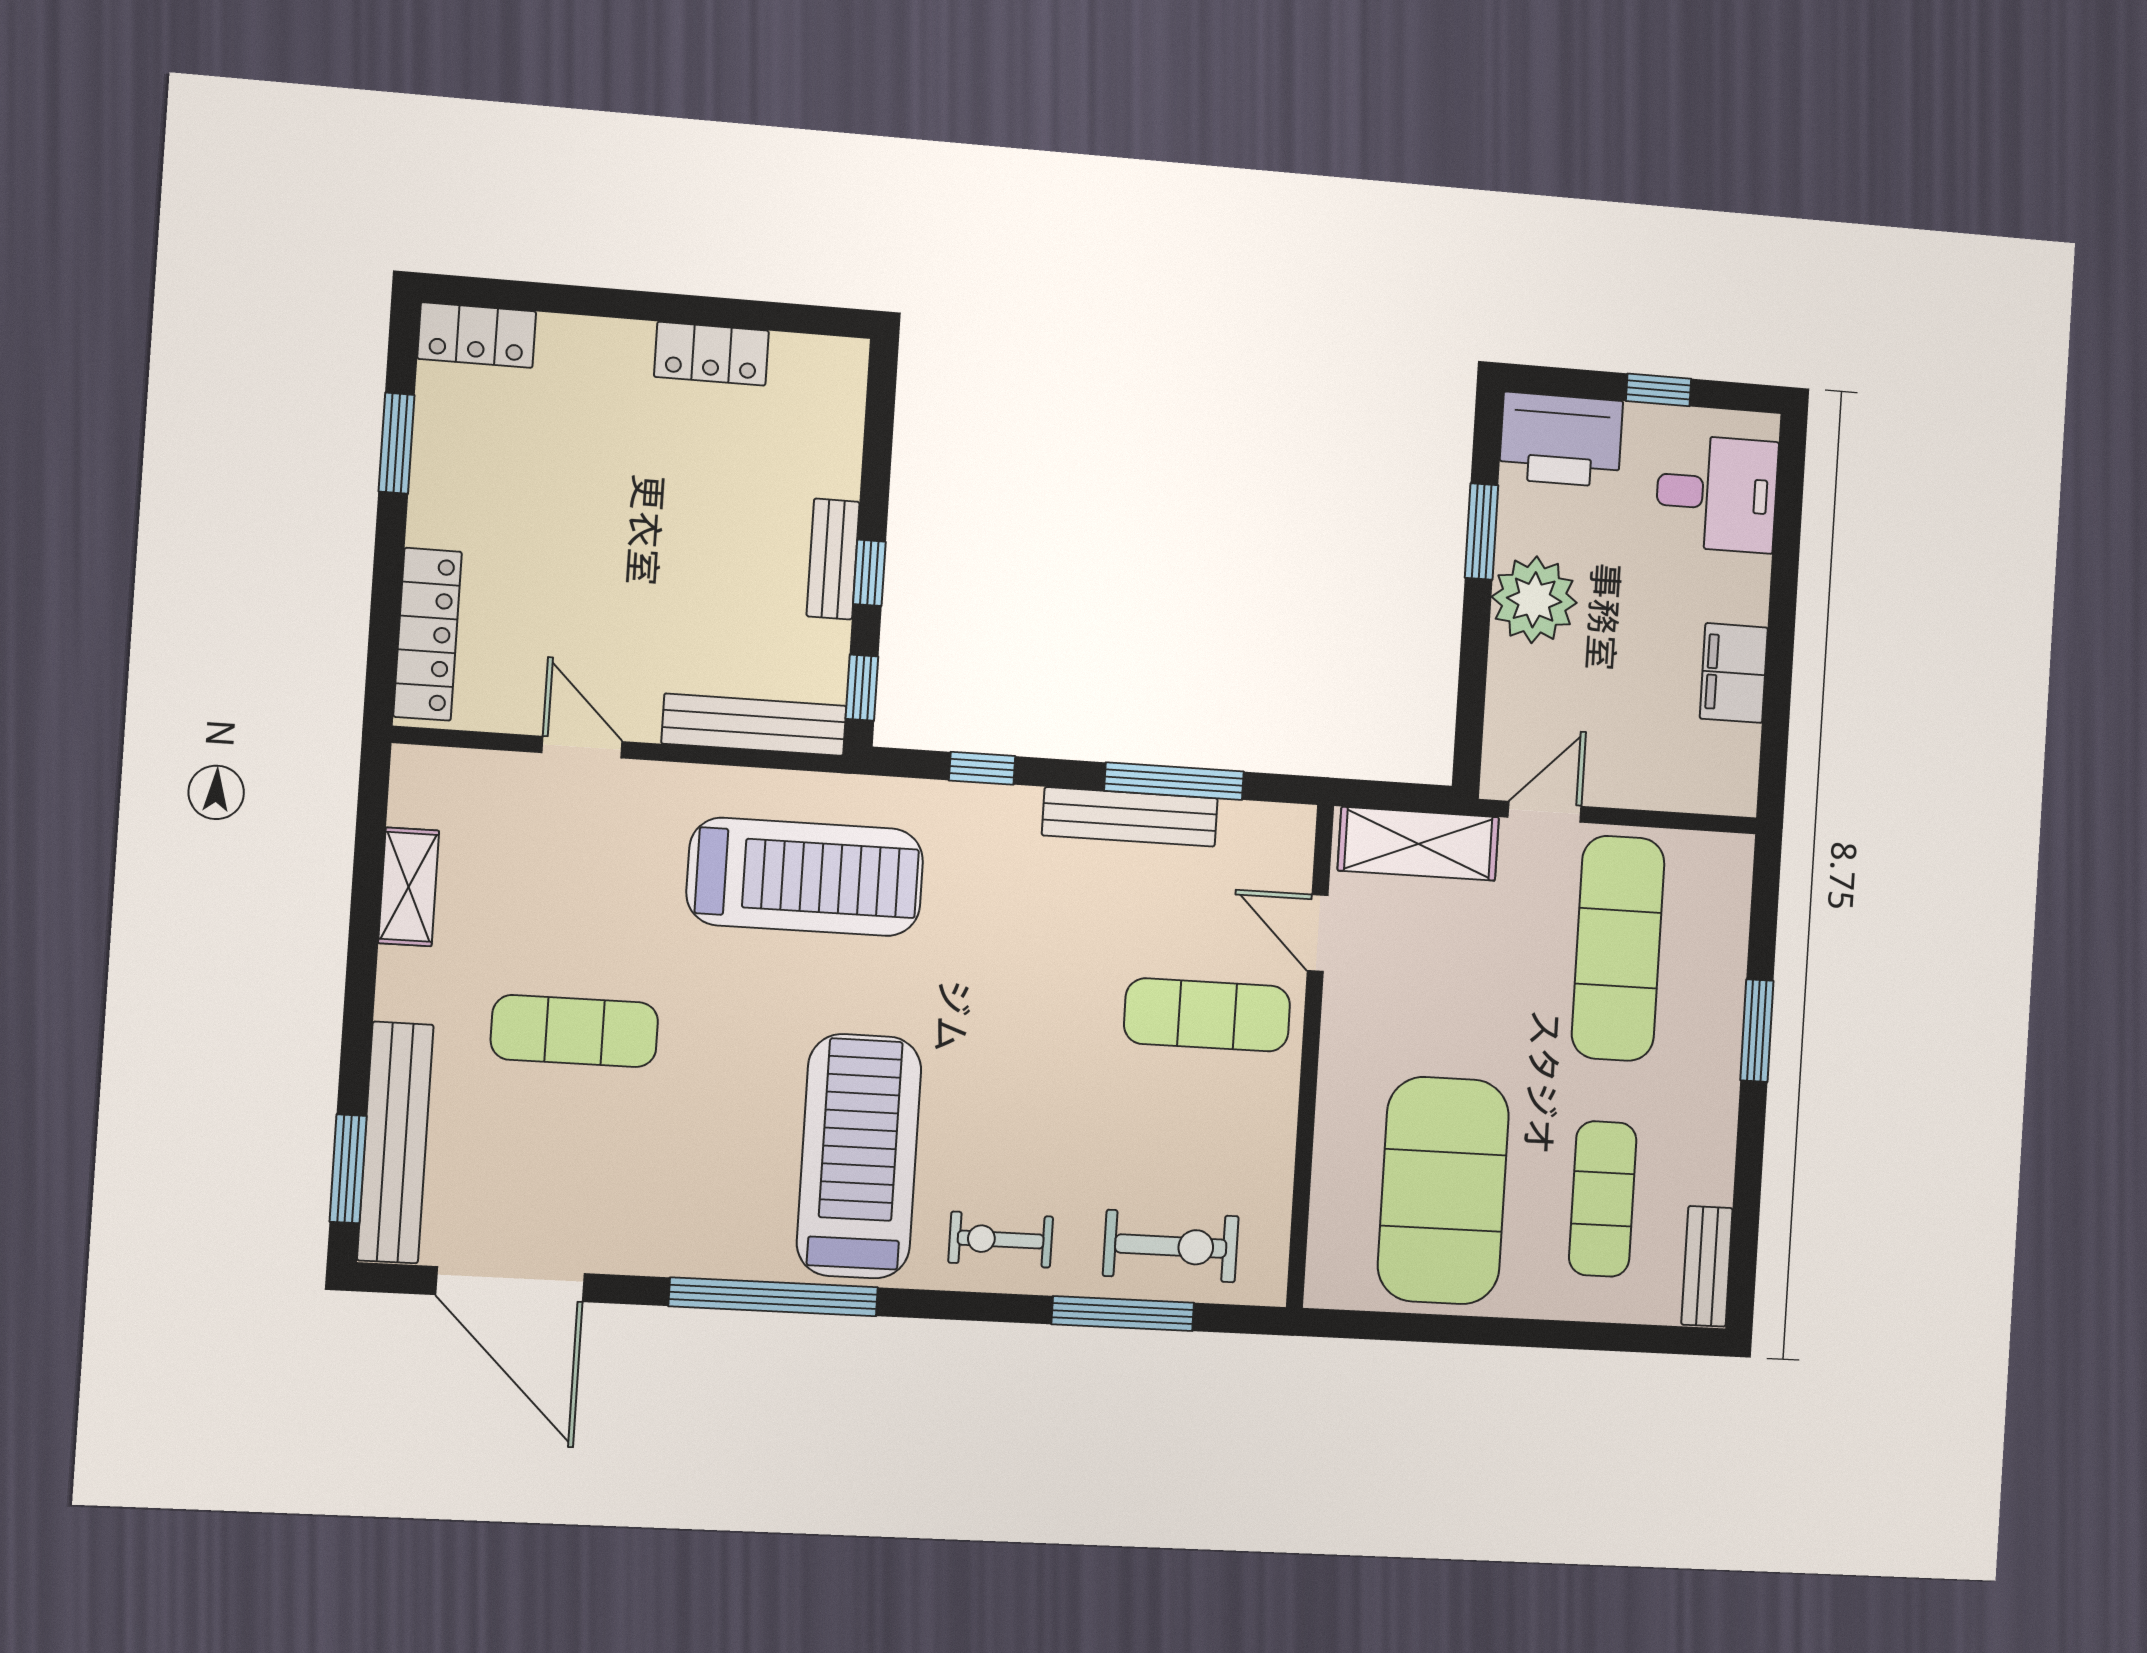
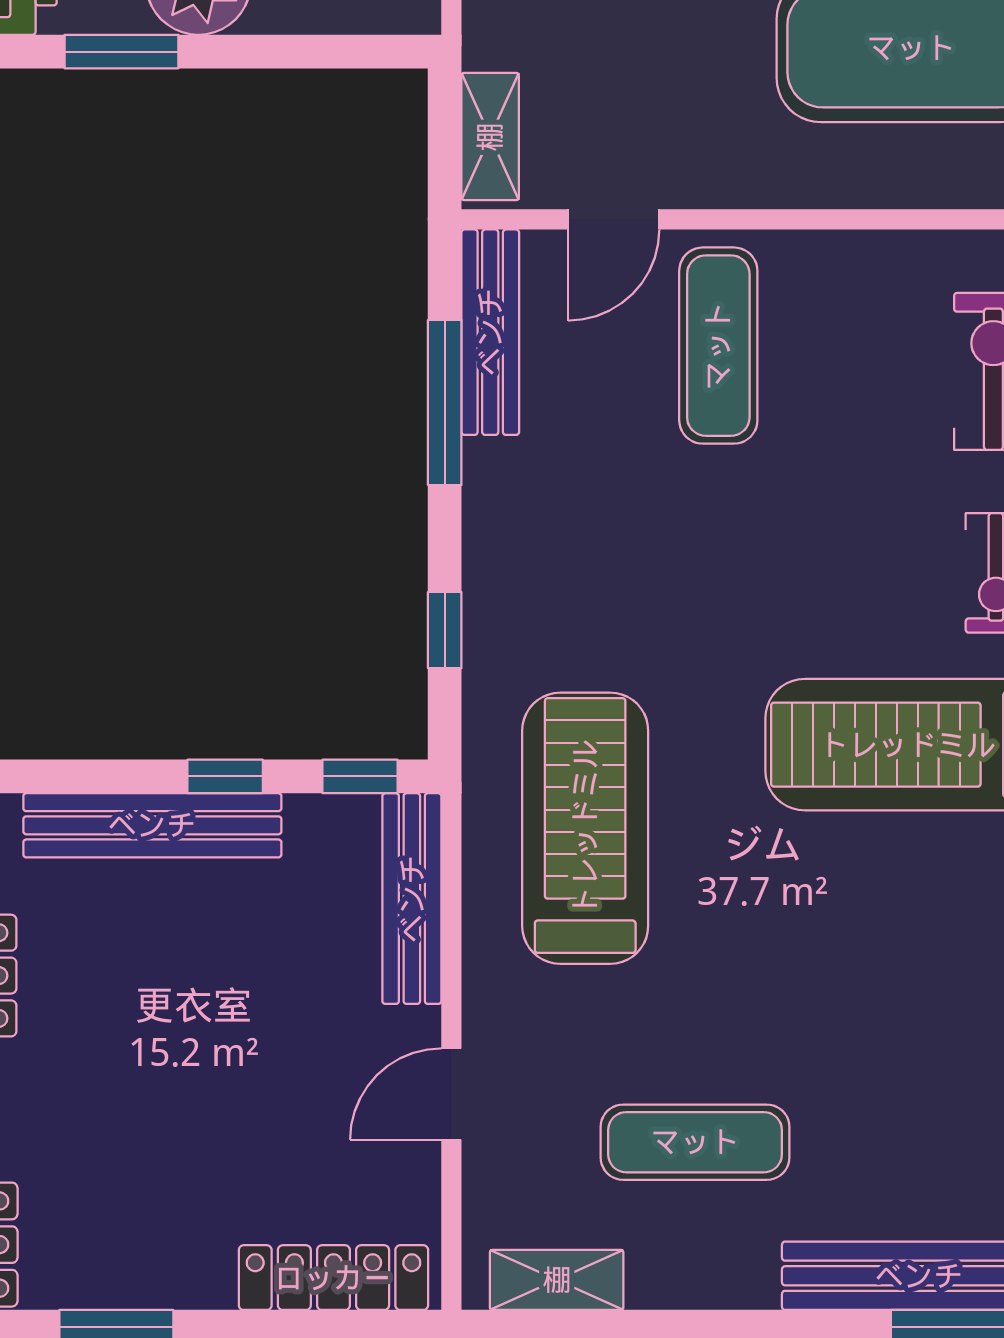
bench: (833, 559) -> (152, 825), width x1.86, depth x1.21
bench: (1130, 817) -> (490, 332), moved
shelving: (1418, 844) -> (490, 137), width x0.67, depth x0.75
shelving: (409, 887) -> (557, 1280), moved
exercise mat: (574, 1031) -> (695, 1142), moved, turned 90

